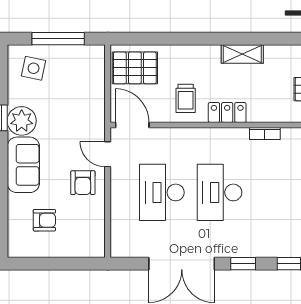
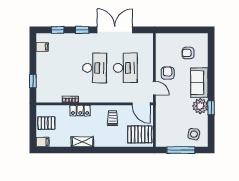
locker: (227, 112) -> (80, 111), moved

